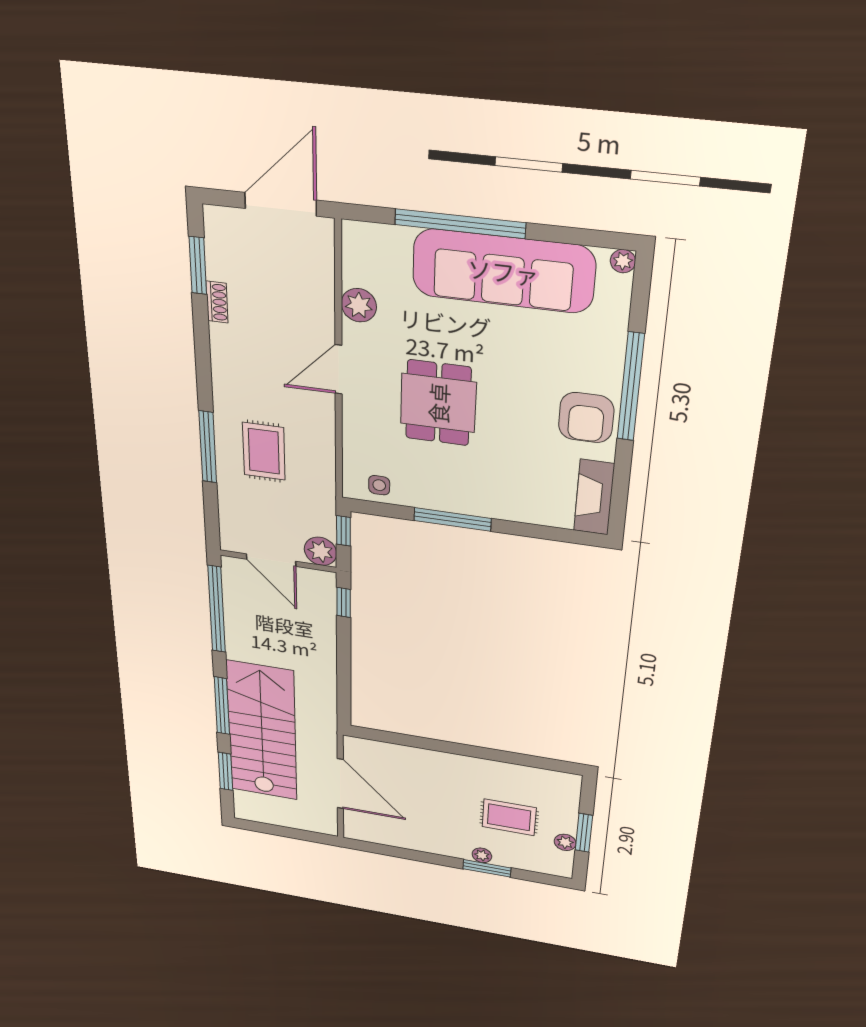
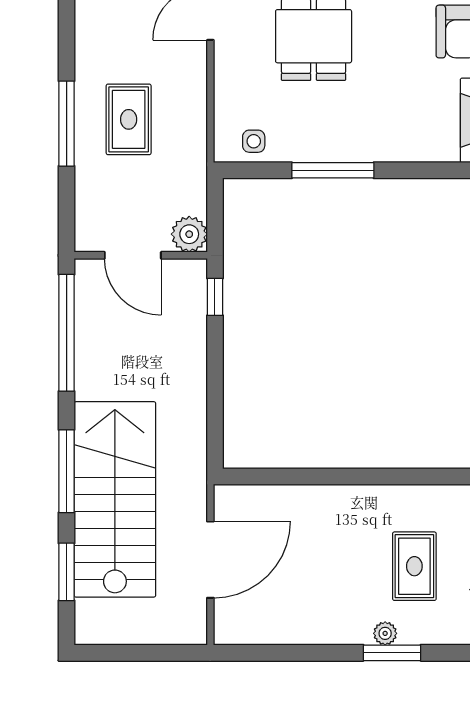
window: (343, 531) -> (215, 204), removed
door: (340, 784) -> (210, 560), hinge flipped
rug: (509, 817) -> (414, 566), turned 90

